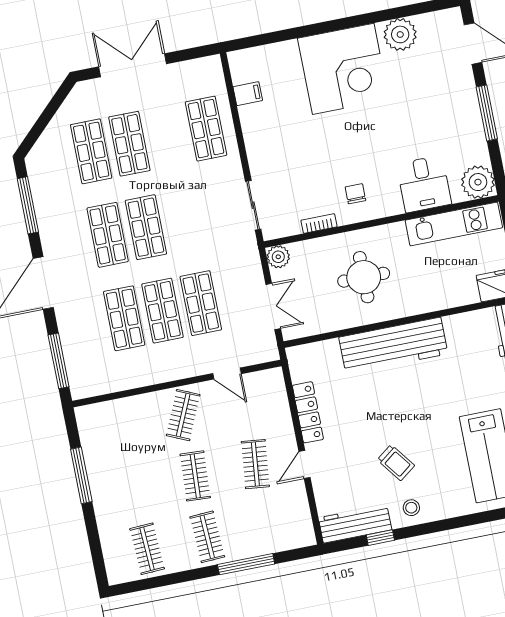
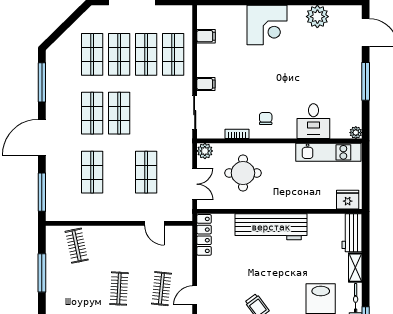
corner desk: (343, 69) -> (267, 25), width x0.74, depth x0.74
filing cabinet: (261, 161) -> (206, 84), added
plant: (478, 182) -> (356, 133), width x0.53, depth x0.53
round table: (364, 277) -> (243, 173), moved
shop shelf: (162, 311) -> (146, 54), moved
locker: (308, 412) -> (204, 235), moved
clothes rail: (183, 415) -> (77, 246), moved, turned -36

